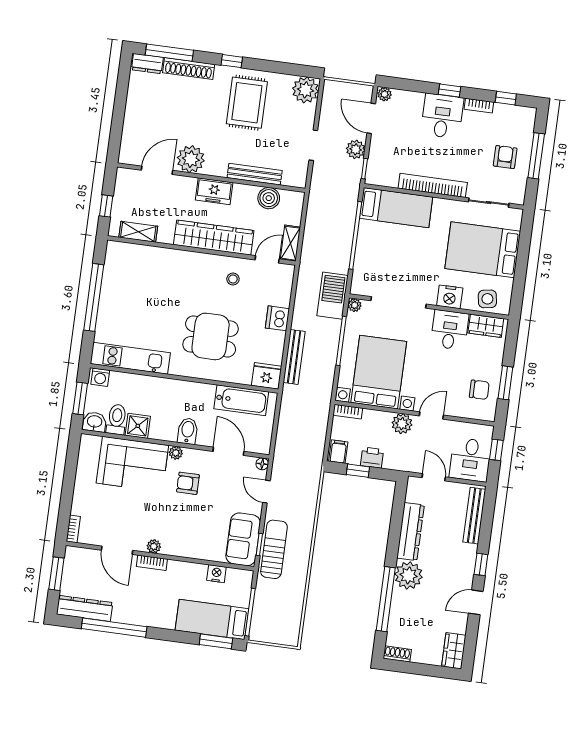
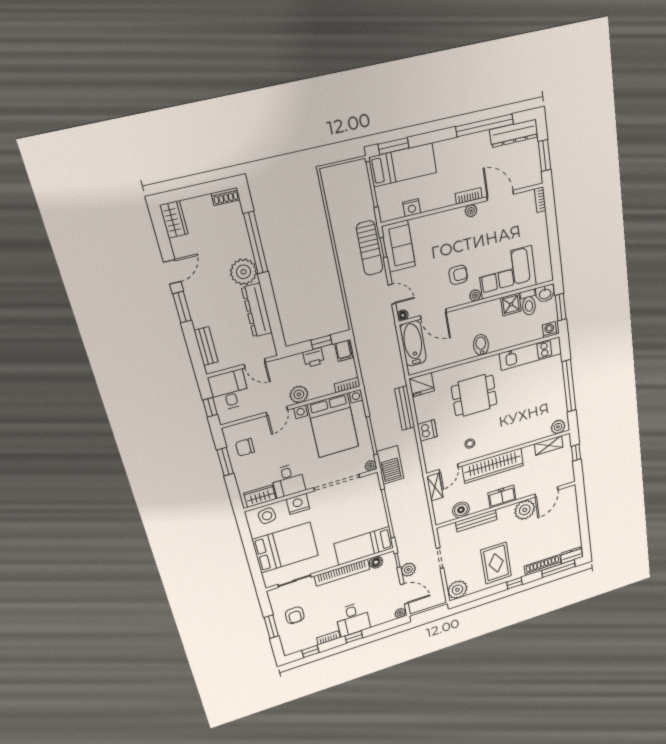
window: (536, 156) -> (271, 627), width x0.69
floor lamp: (390, 179) -> (376, 562), added
plant: (120, 251) -> (558, 427), added
bathtub: (241, 400) -> (413, 343), moved, turned 90
bidet: (188, 431) -> (481, 345), moved, turned 180
bench: (474, 516) -> (206, 346), width x0.73
window: (481, 564) -> (182, 307), width x1.50

